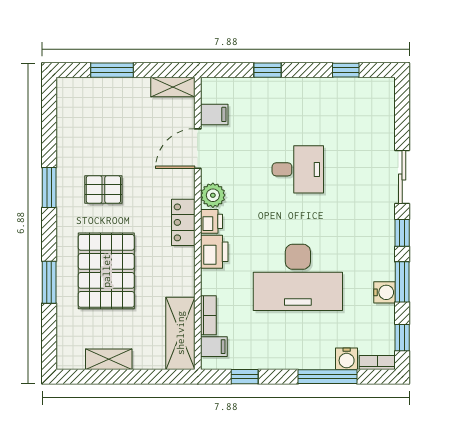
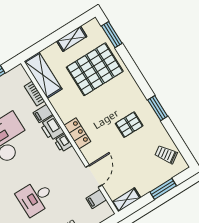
trolley: (78, 116) -> (166, 154), added
plant: (213, 195) -> (71, 157), removed
pallet: (106, 271) -> (95, 69), moved, turned 90
window: (49, 282) -> (112, 35), moved
filing cabinet: (214, 347) -> (43, 113), moved

